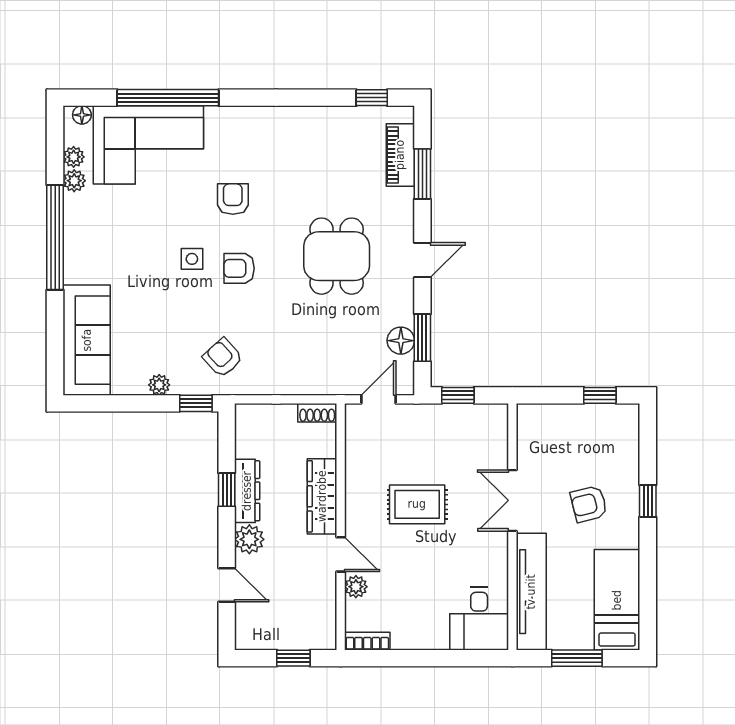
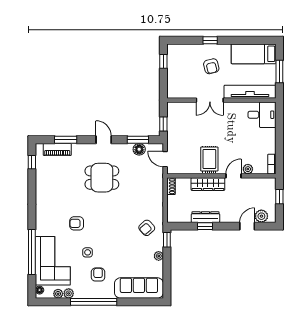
side table: (192, 259) -> (88, 252), moved
armchair: (239, 268) -> (98, 275), moved, turned 180
rug: (417, 504) -> (209, 159), moved
plant: (249, 539) -> (261, 216), moved

